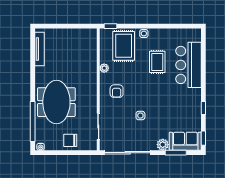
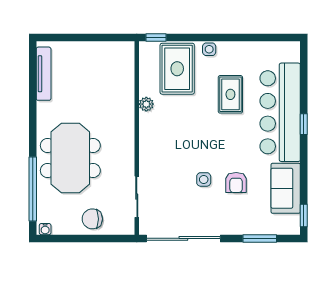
bar counter: (189, 65) -> (280, 112), width x1.36
armchair: (117, 91) -> (236, 182), moved
window: (203, 108) -> (304, 124), moved
sofa: (185, 141) -> (286, 188), moved, turned -90
plant: (163, 145) -> (239, 226), removed

